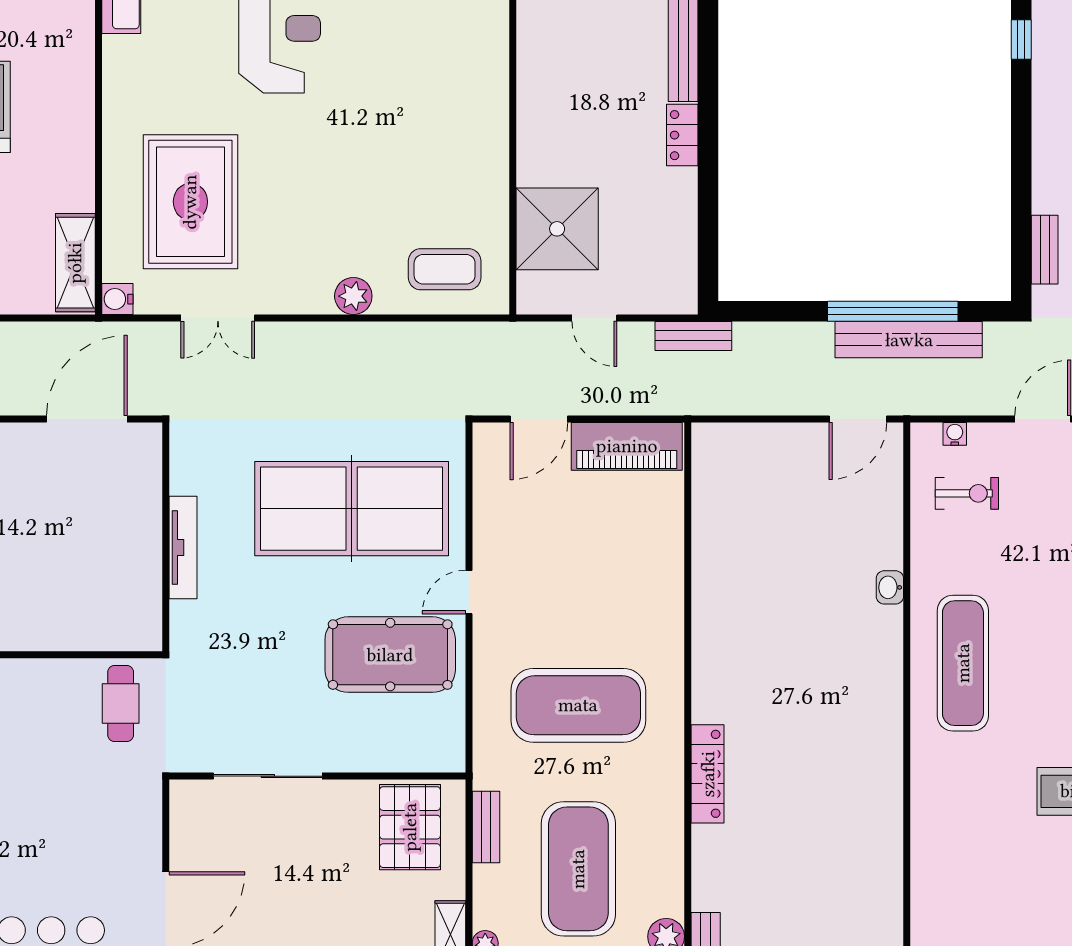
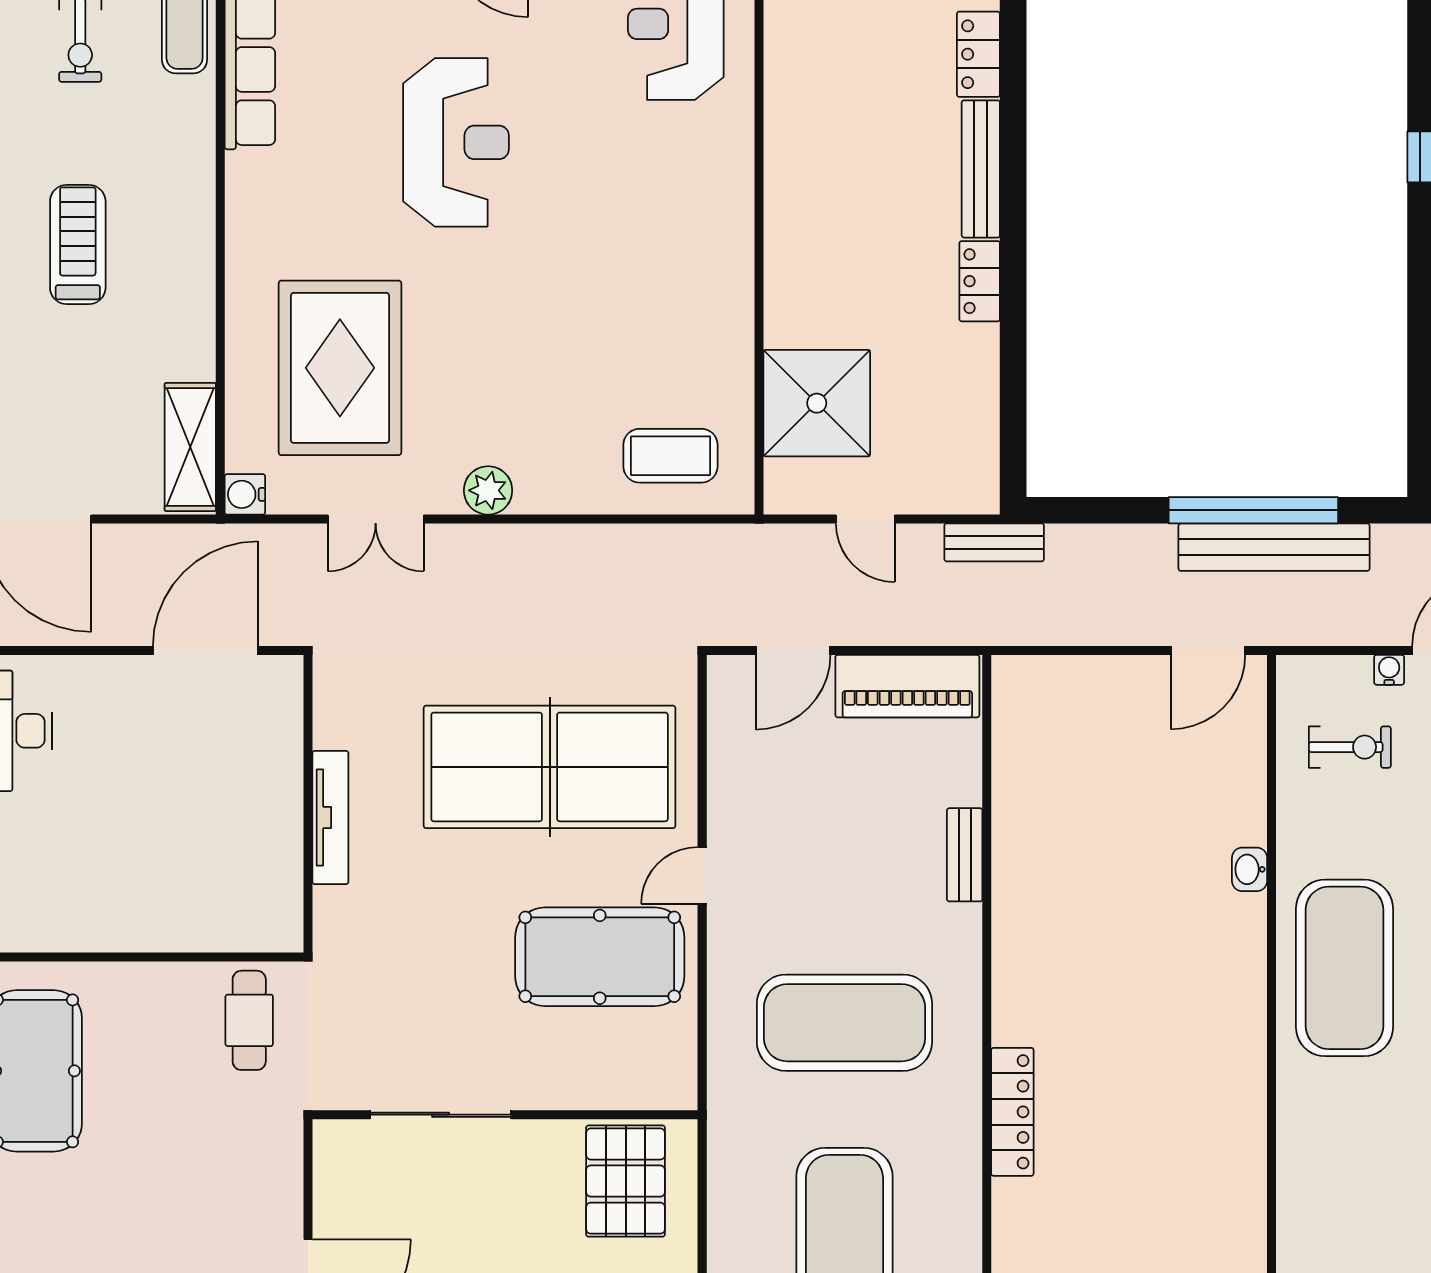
plant: (353, 296) -> (488, 490), moved
water cooler: (955, 434) -> (1389, 670), moved
exercise mat: (963, 663) -> (1345, 968), width x1.47
bench: (486, 827) -> (965, 855), moved

